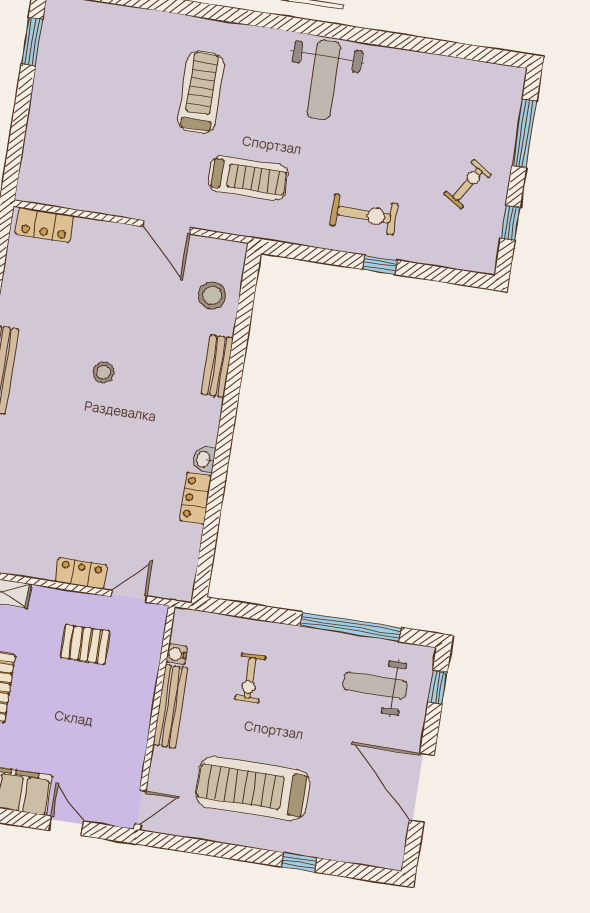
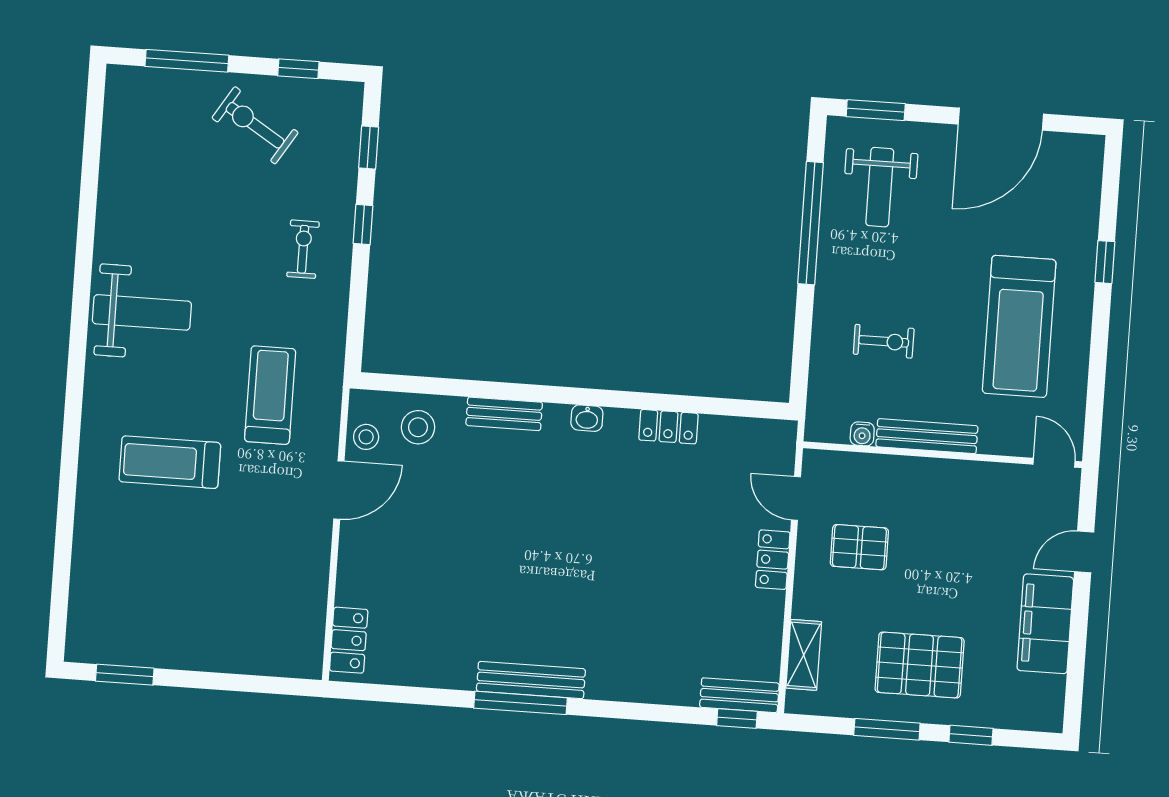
exercise bike: (467, 184) -> (255, 125), width x1.38, depth x1.39
exercise bike: (364, 215) -> (303, 249), width x0.73, depth x0.72
window: (442, 274) -> (369, 148), added
stool: (104, 372) -> (366, 437), moved
washbasin: (204, 459) -> (587, 418), moved
pallet: (85, 644) -> (859, 547), turned 90
window: (438, 687) -> (876, 110), width x1.50

